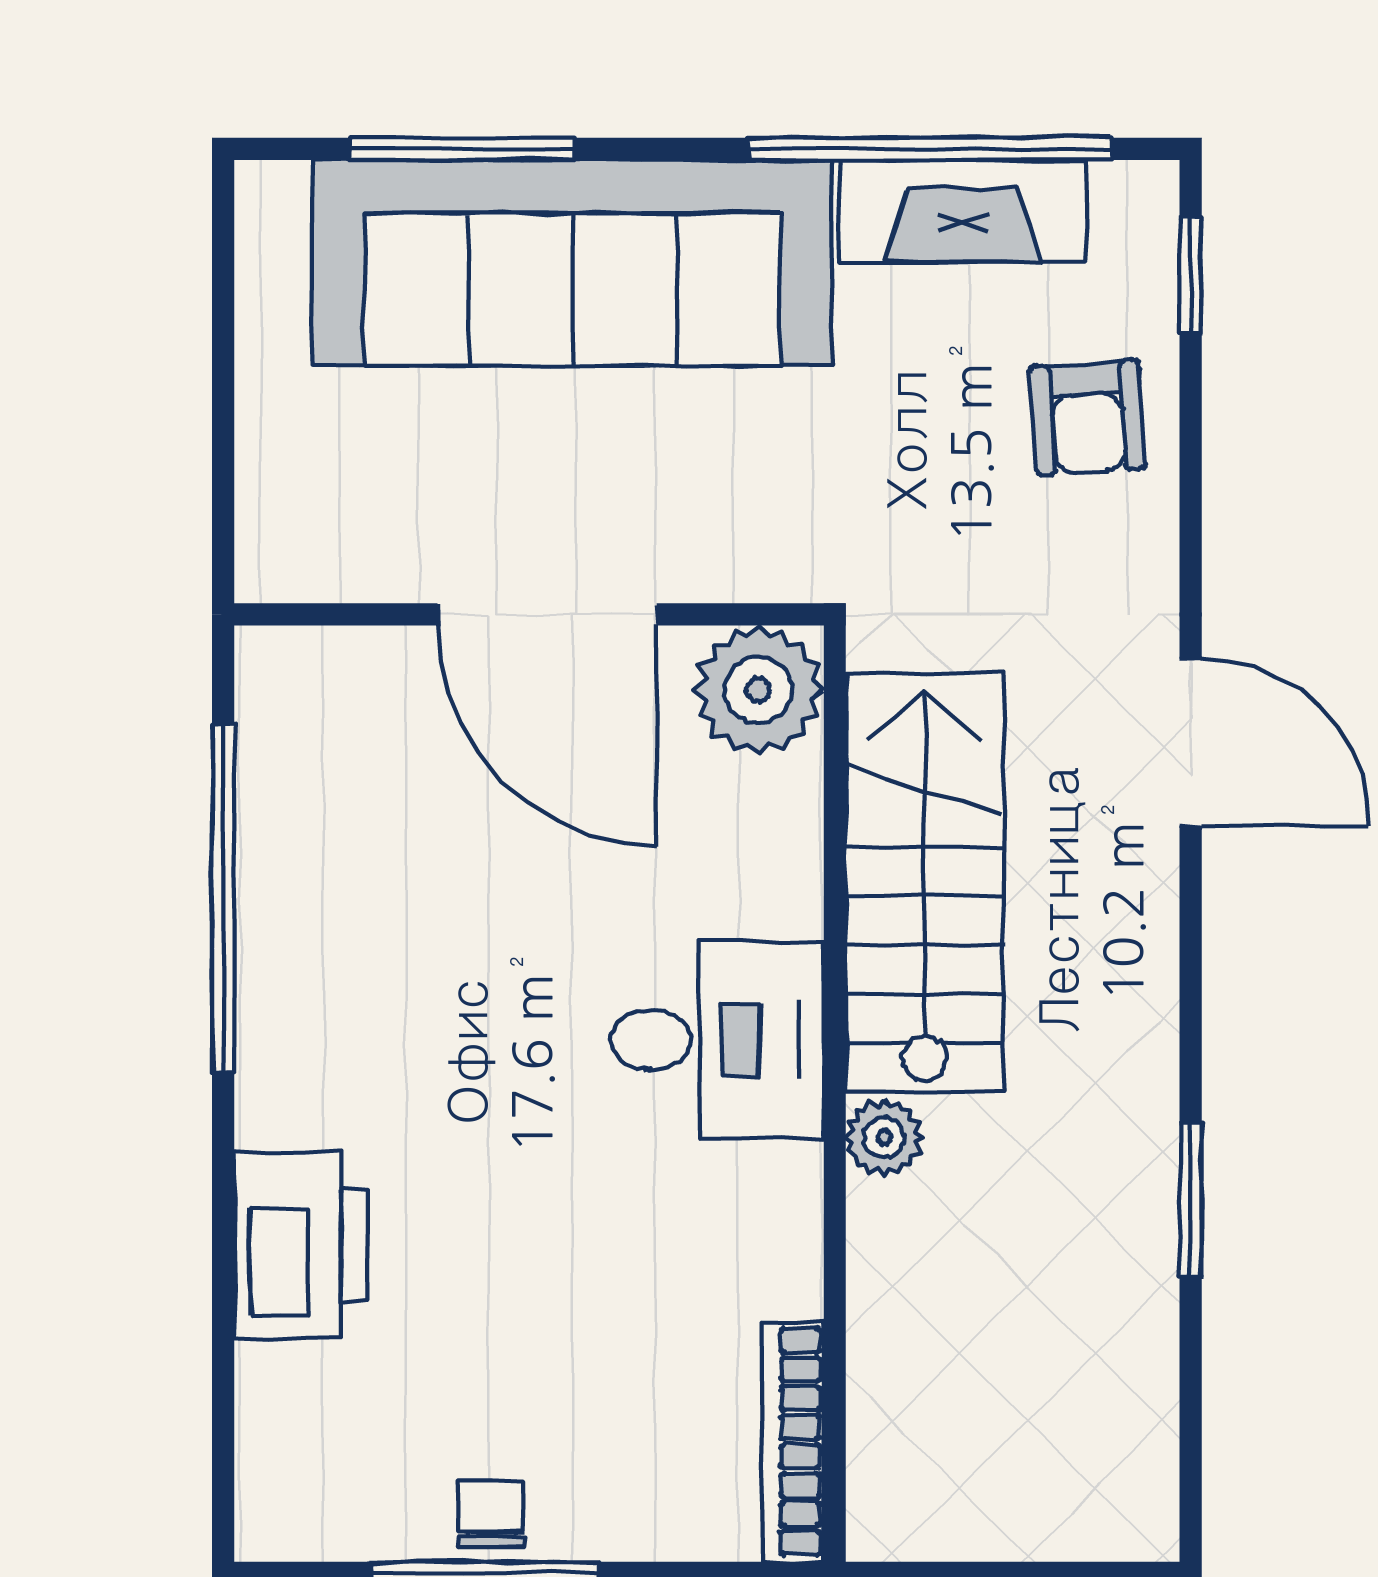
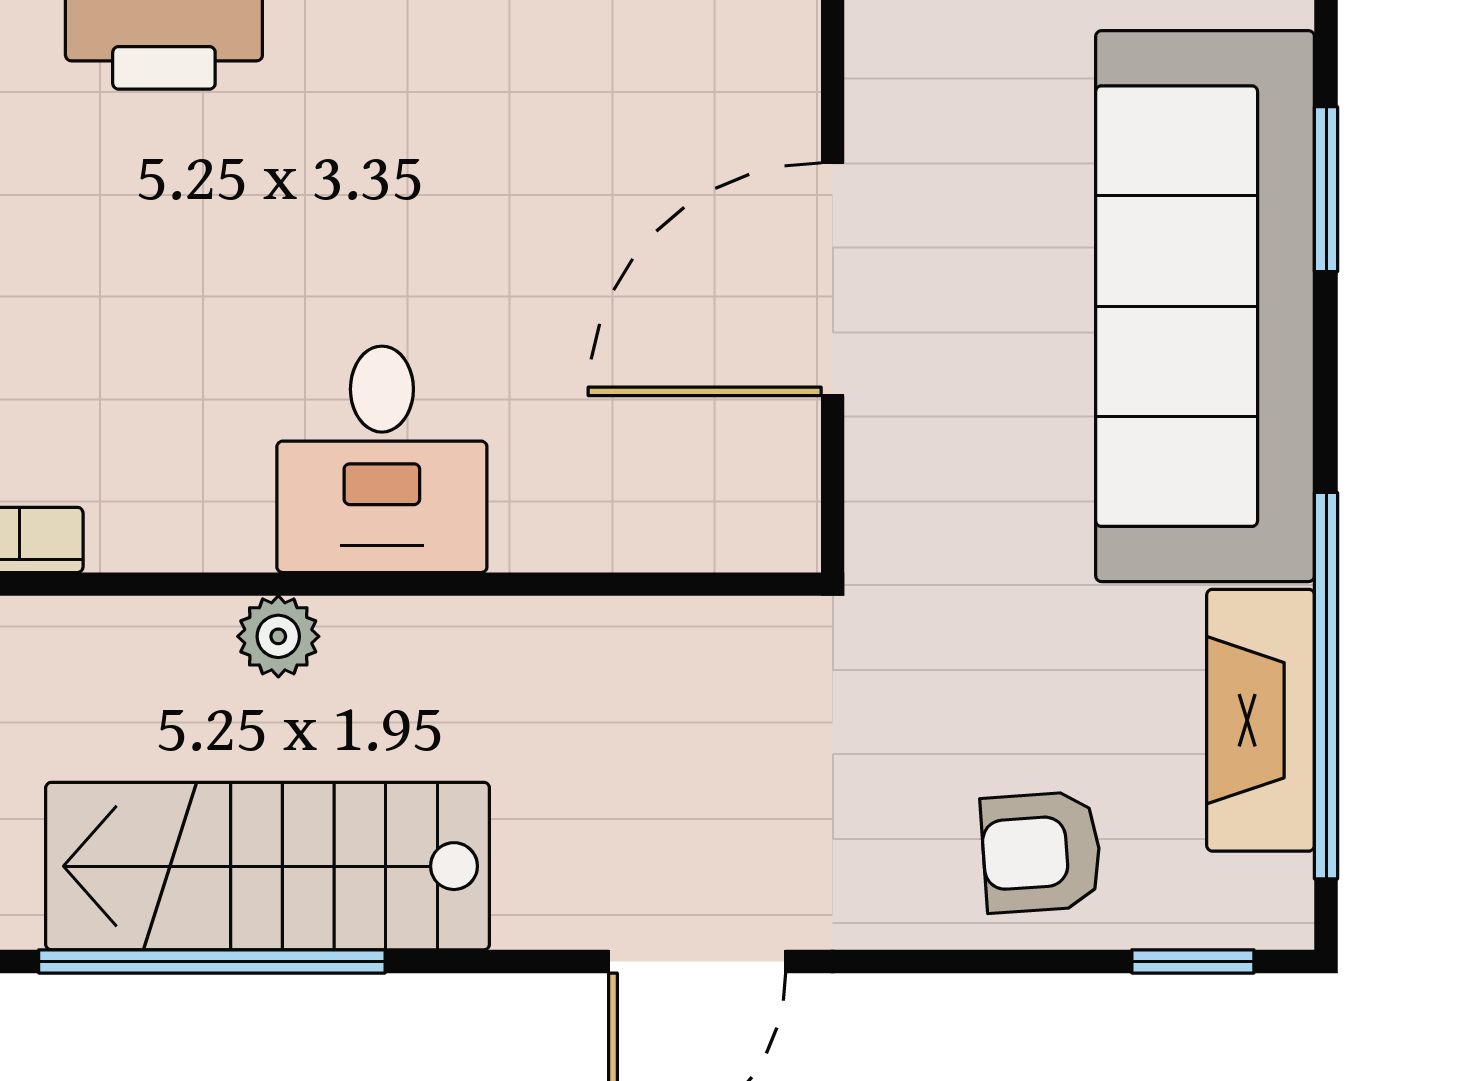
window: (462, 149) -> (1326, 189), width x0.69
plant: (758, 690) -> (753, 503), removed
stairs: (925, 882) -> (268, 866), moved, turned 180
window: (1191, 1200) -> (212, 961), width x2.11

